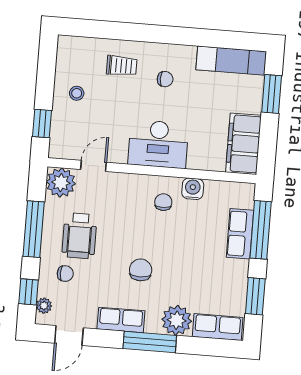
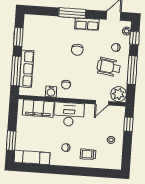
filing cabinet: (243, 144) -> (38, 108), moved, turned 90
row of seats: (240, 234) -> (27, 69), width x1.48
wheelchair: (79, 236) -> (109, 67), turned -82
plant: (177, 320) -> (59, 24), removed
row of seats: (218, 327) -> (38, 21), removed

